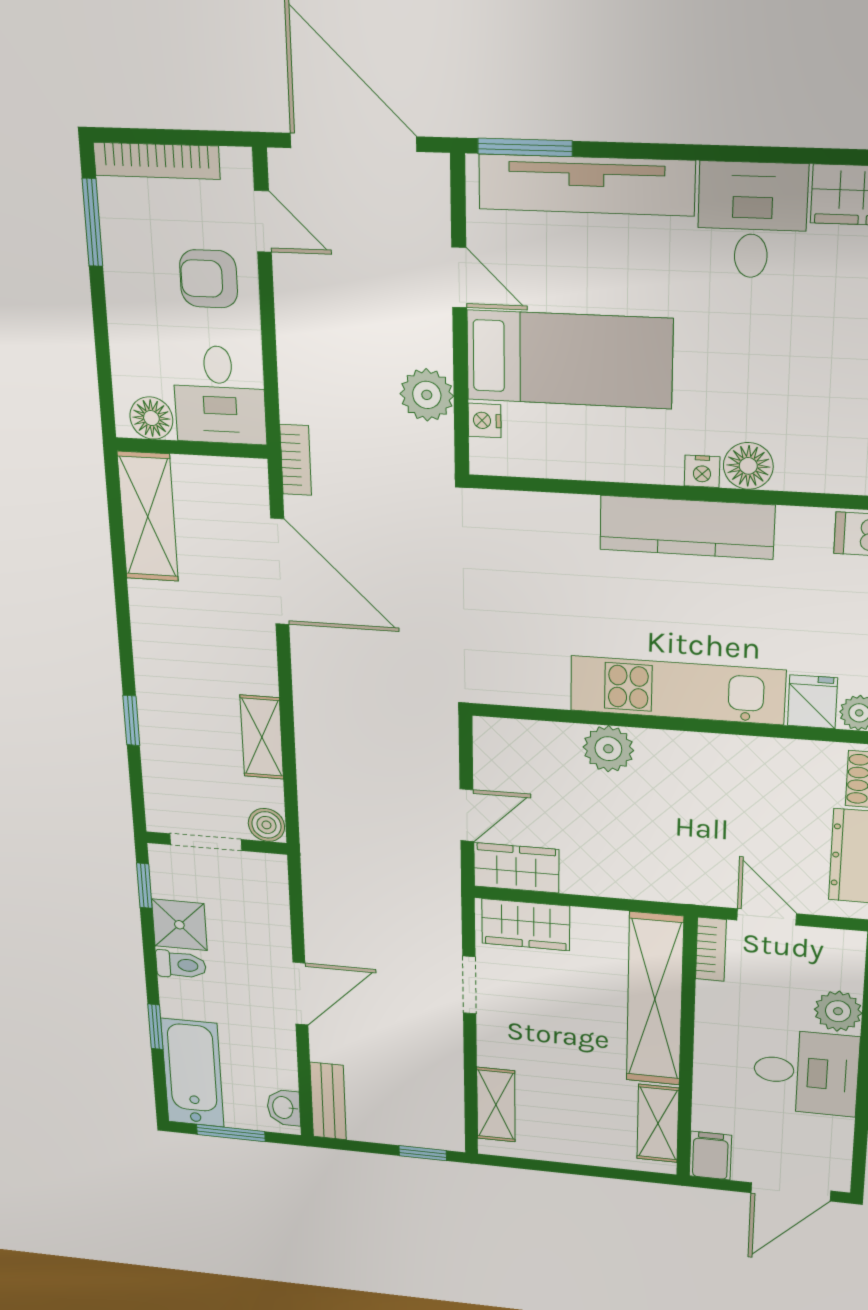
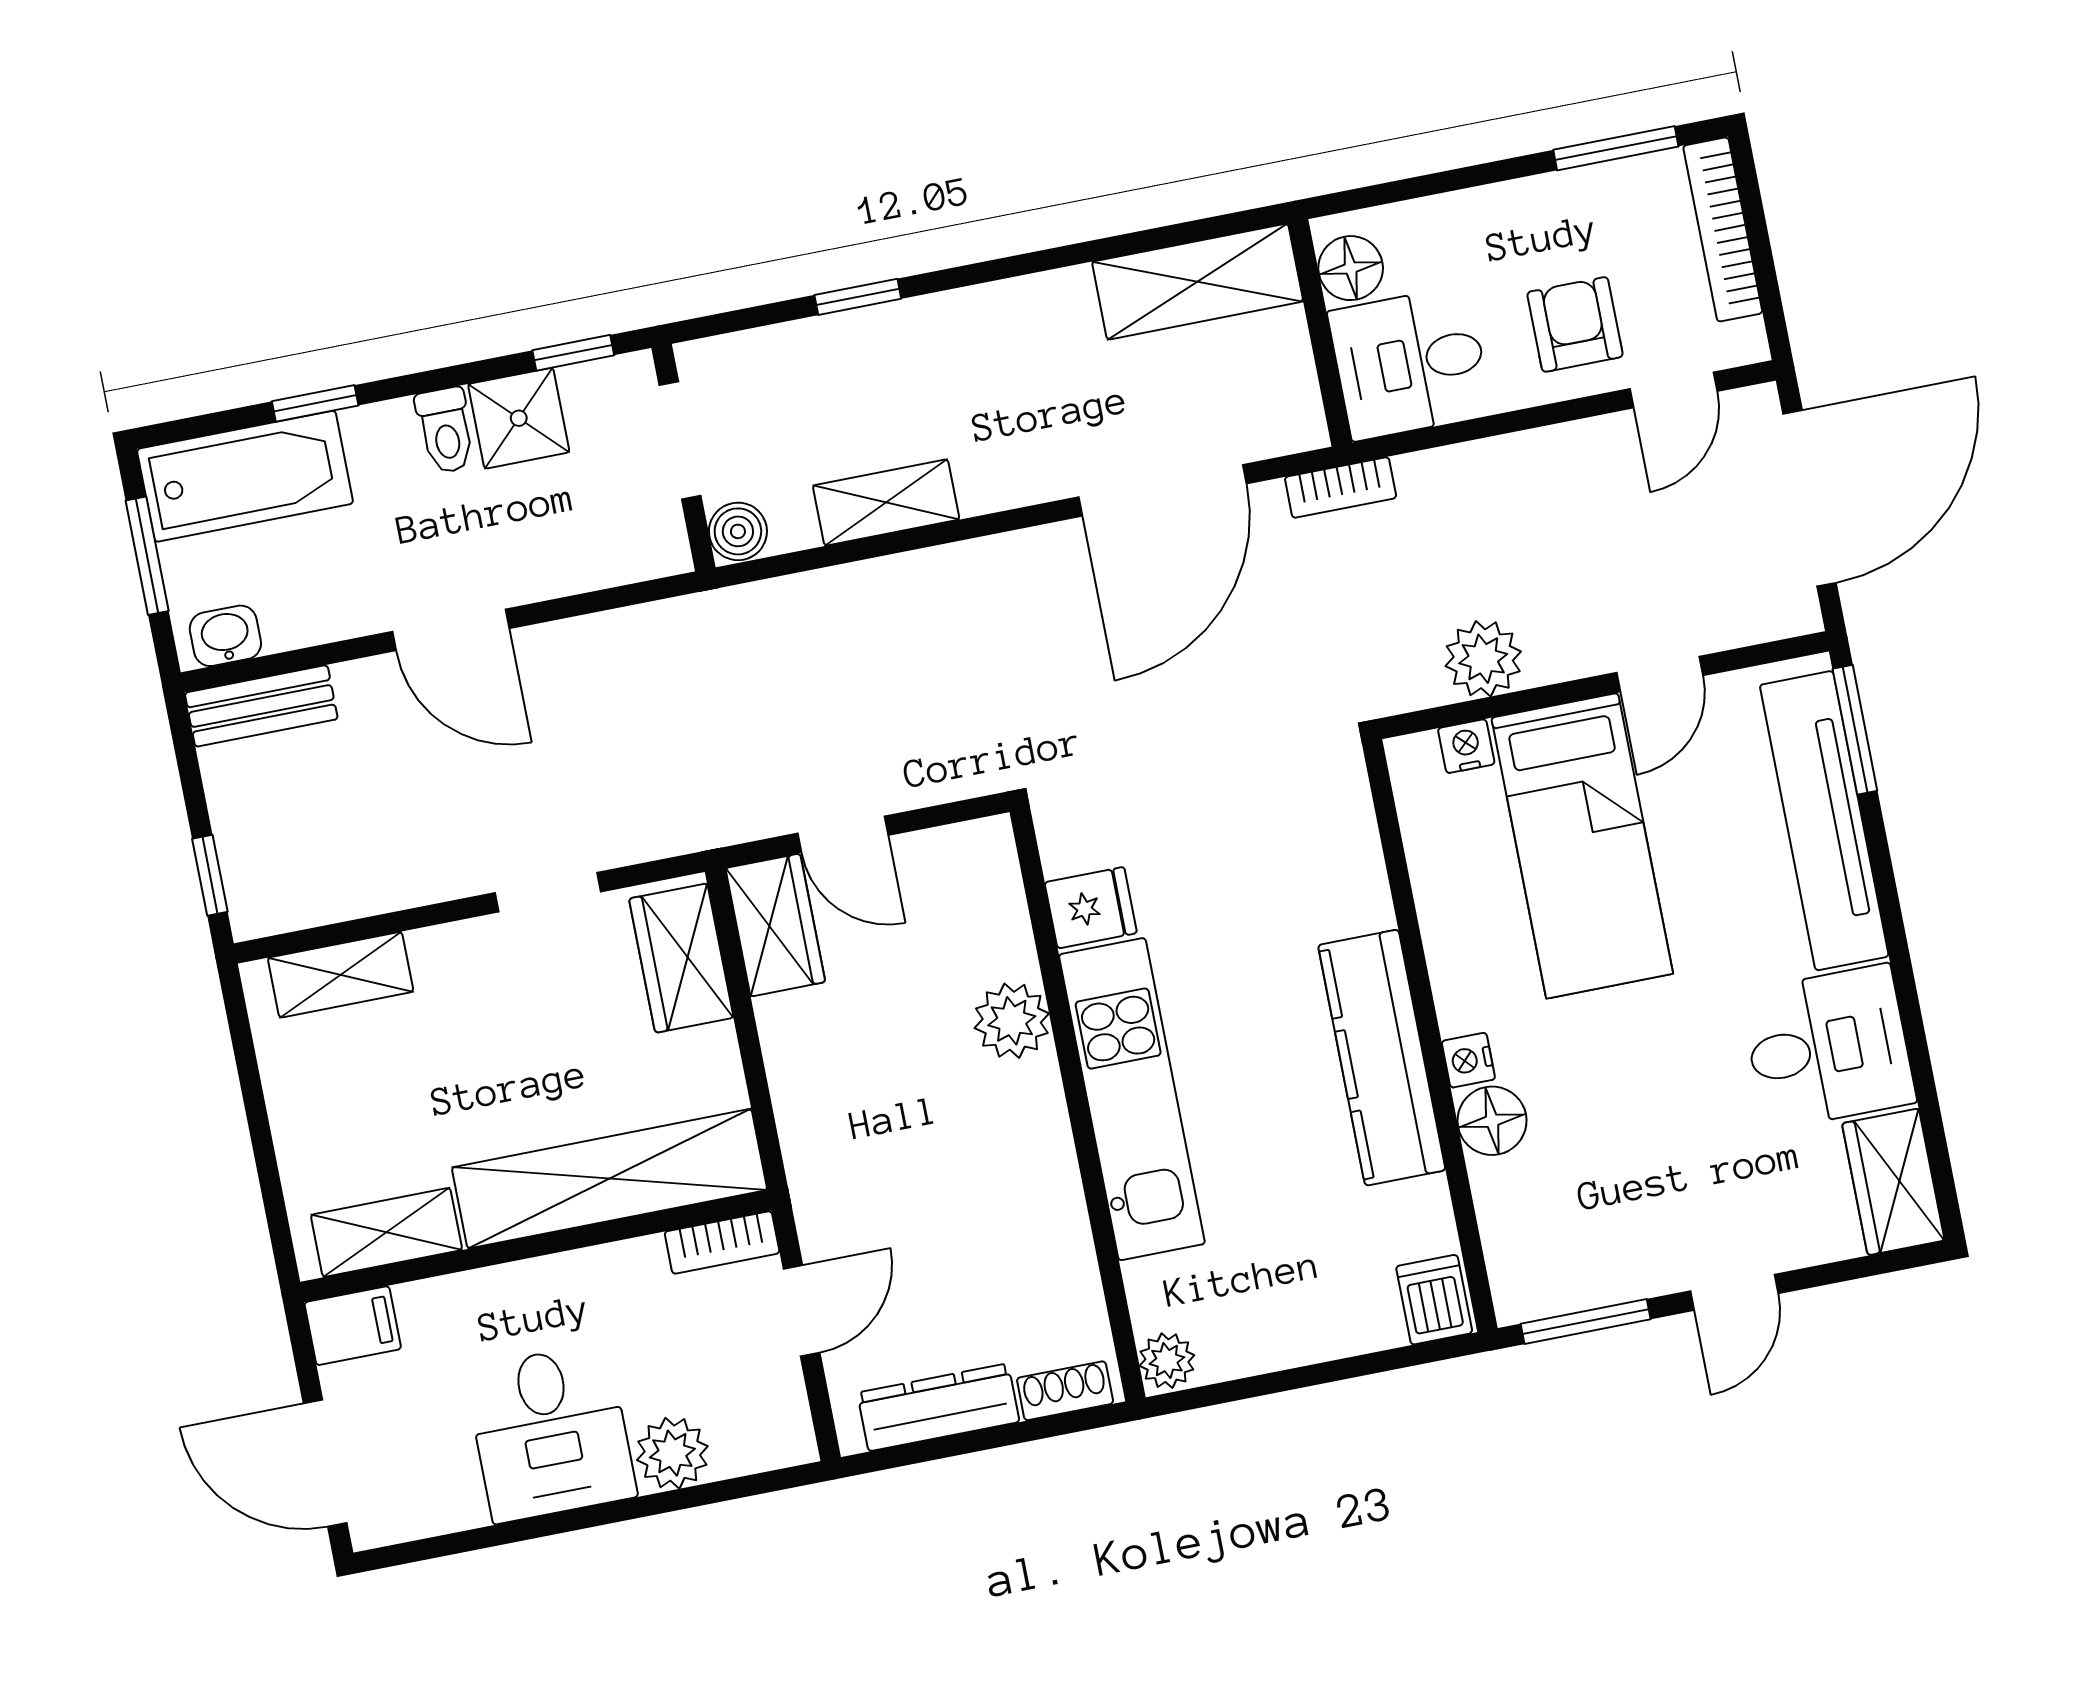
fridge: (812, 702) -> (1091, 908), moved

